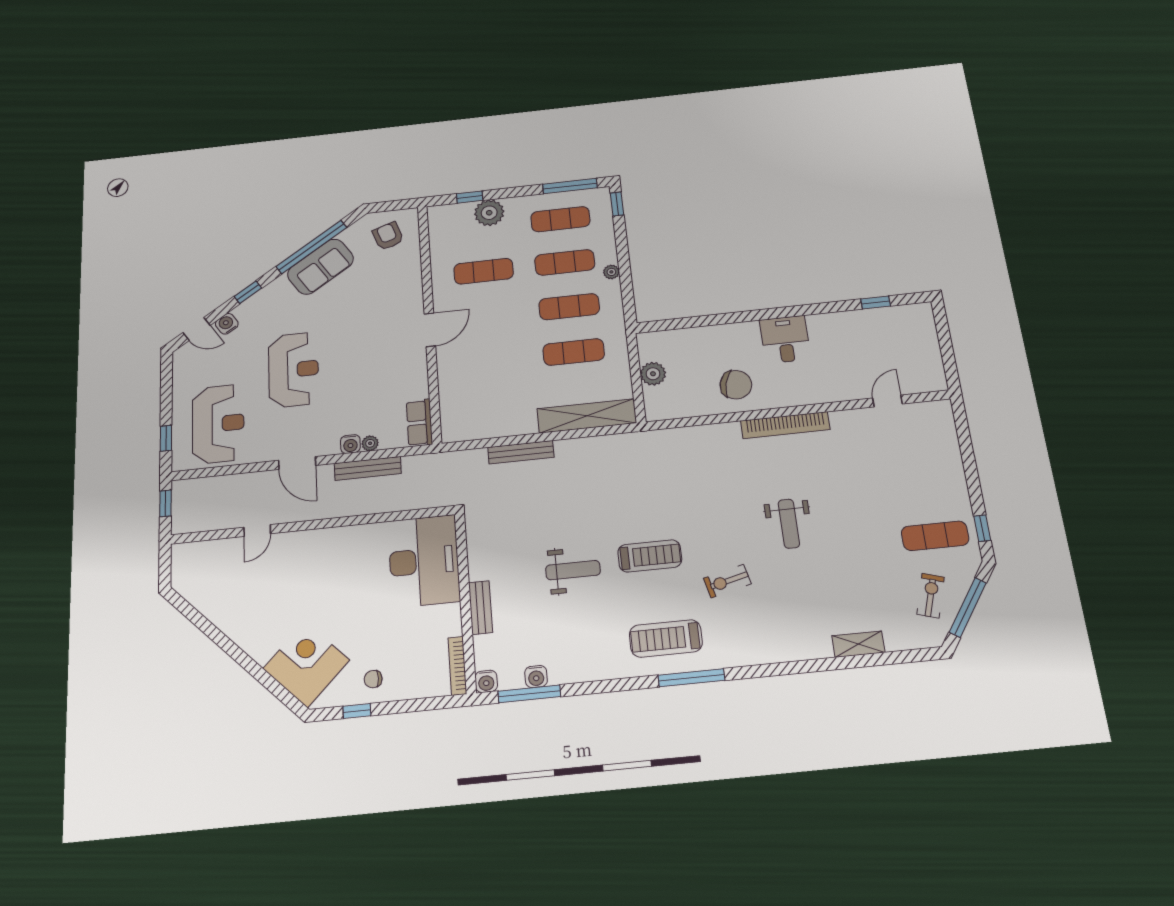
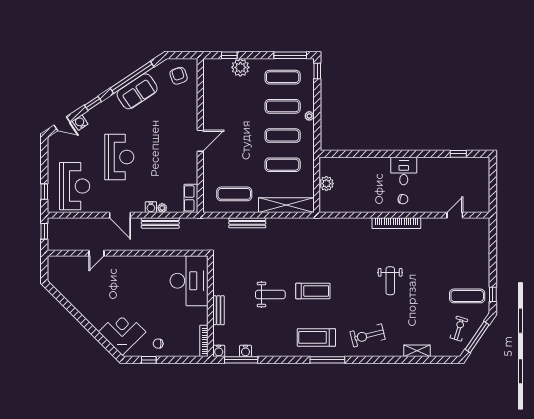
exercise mat: (484, 271) -> (234, 194), moved
chair: (736, 385) -> (403, 199), moved, width x0.54, depth x0.54
exercise bike: (727, 581) -> (368, 335), moved, width x1.38, depth x1.39

